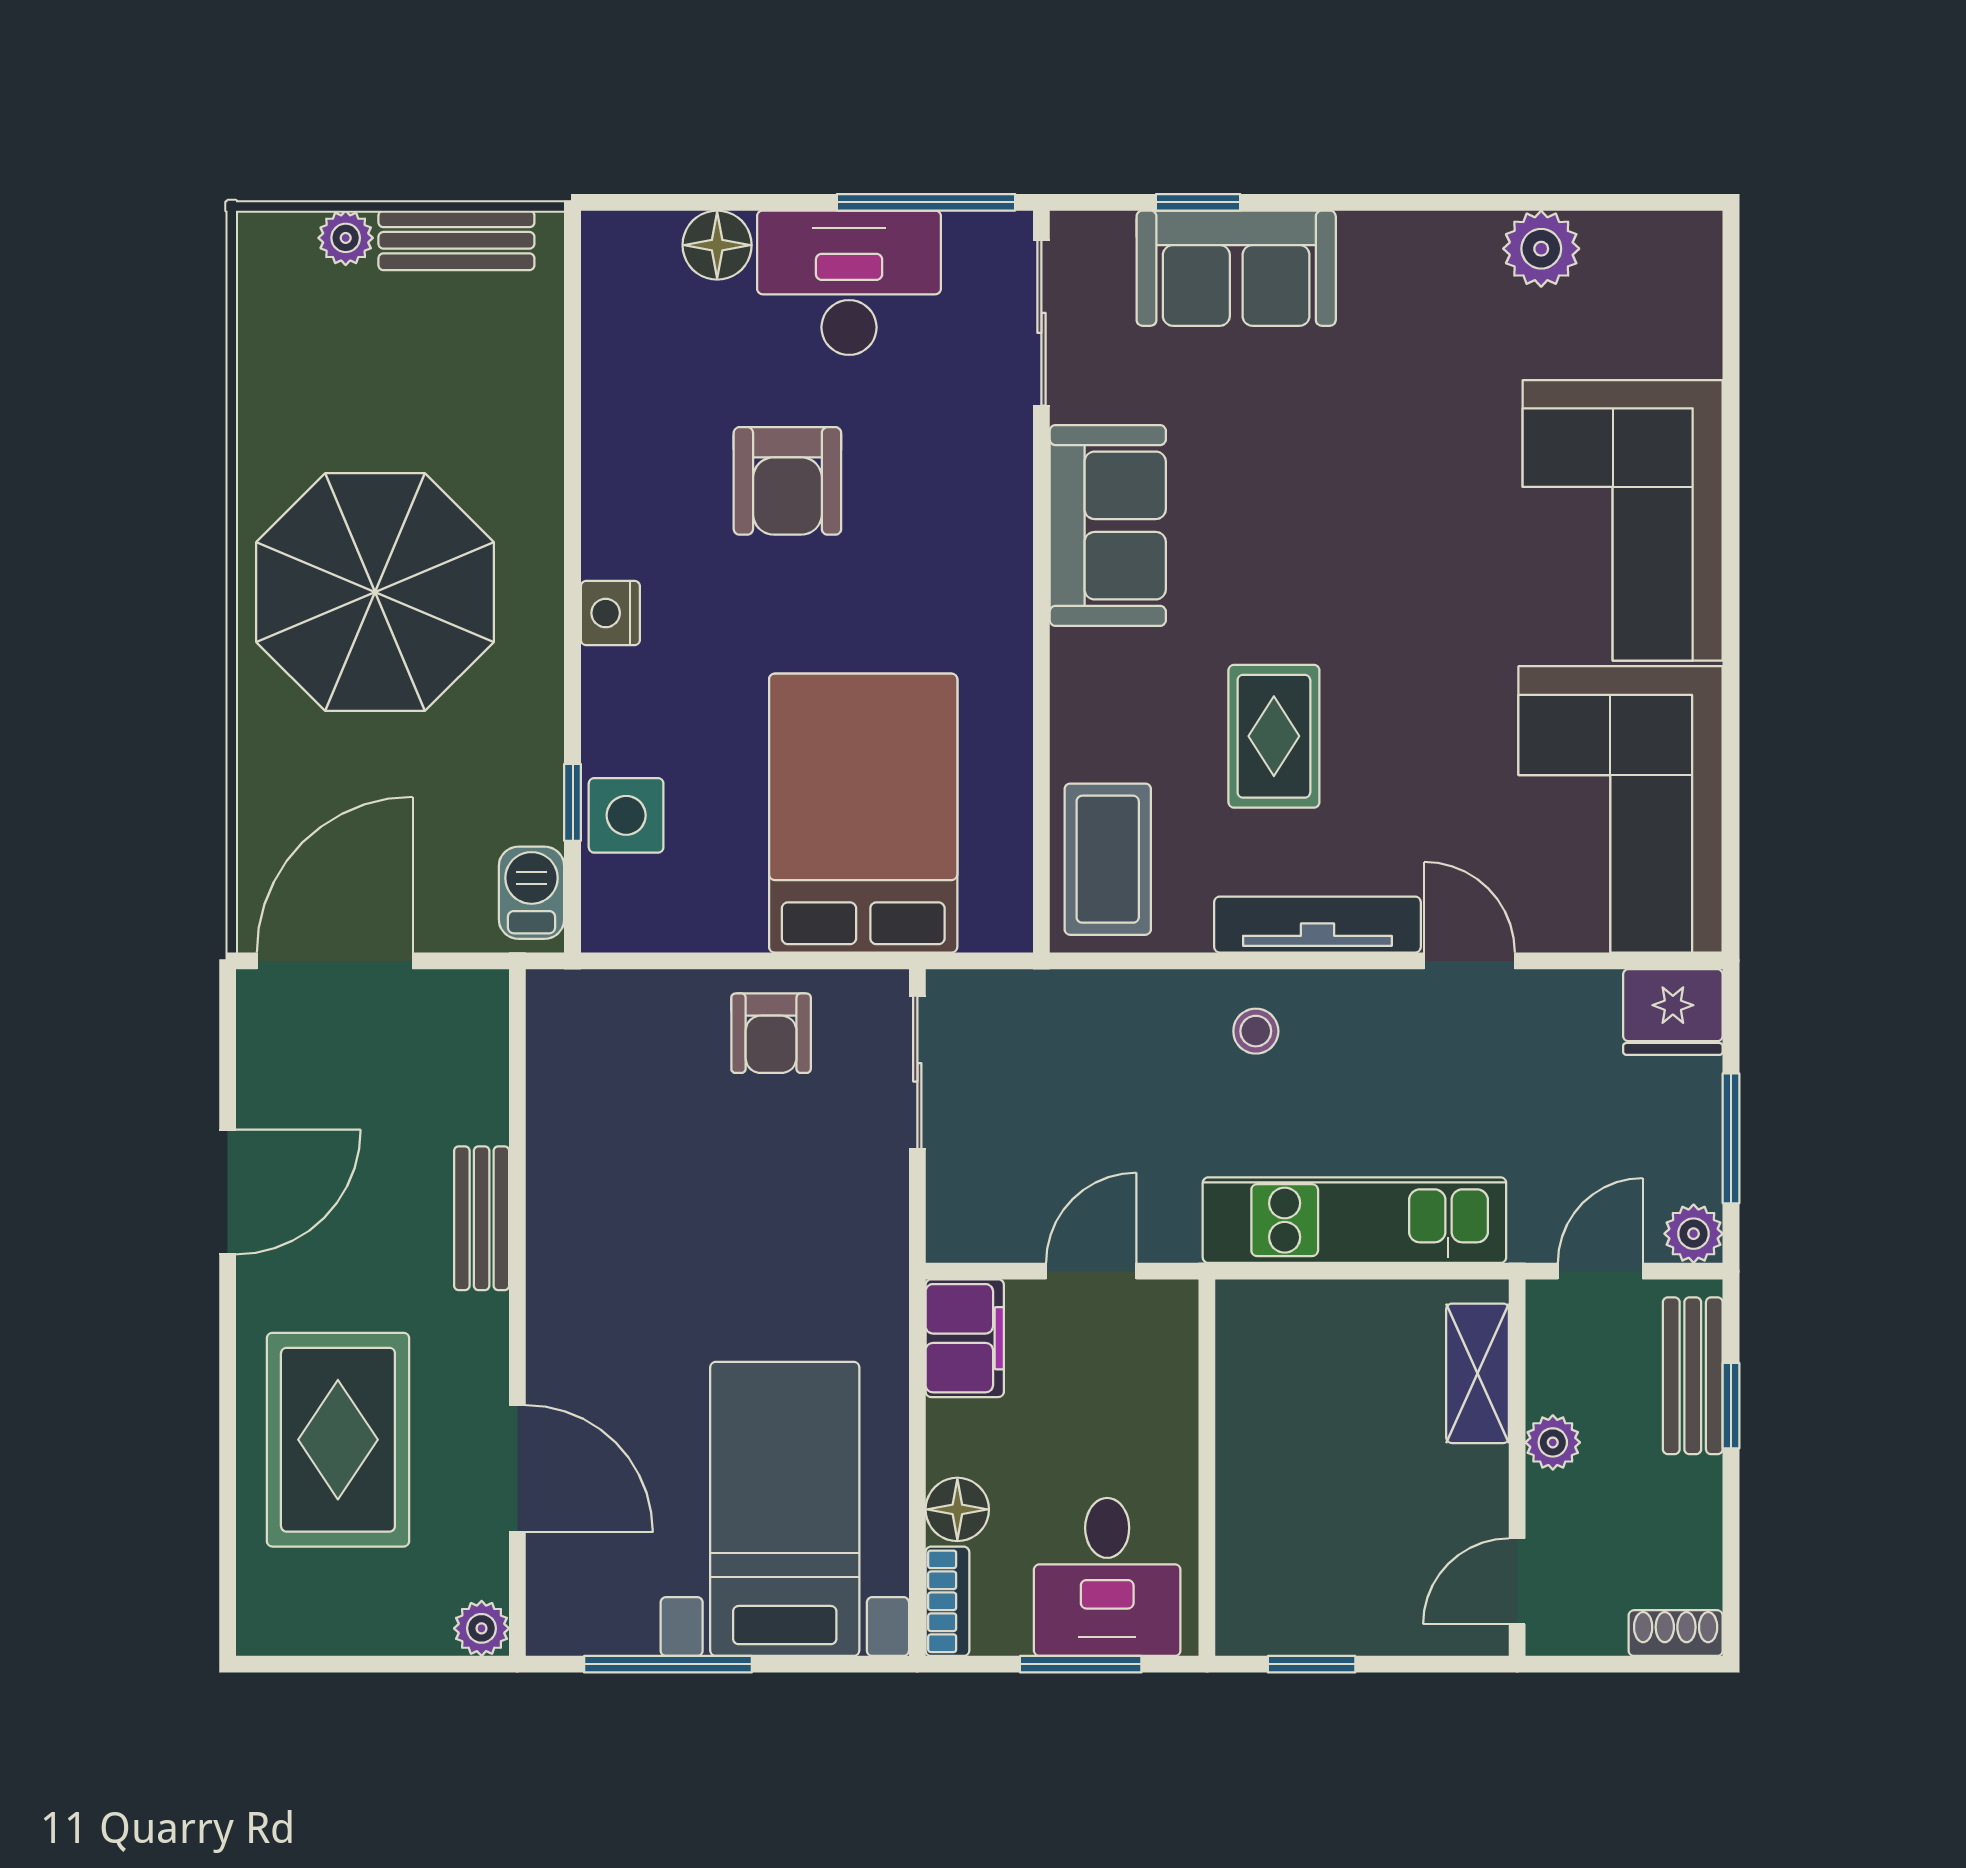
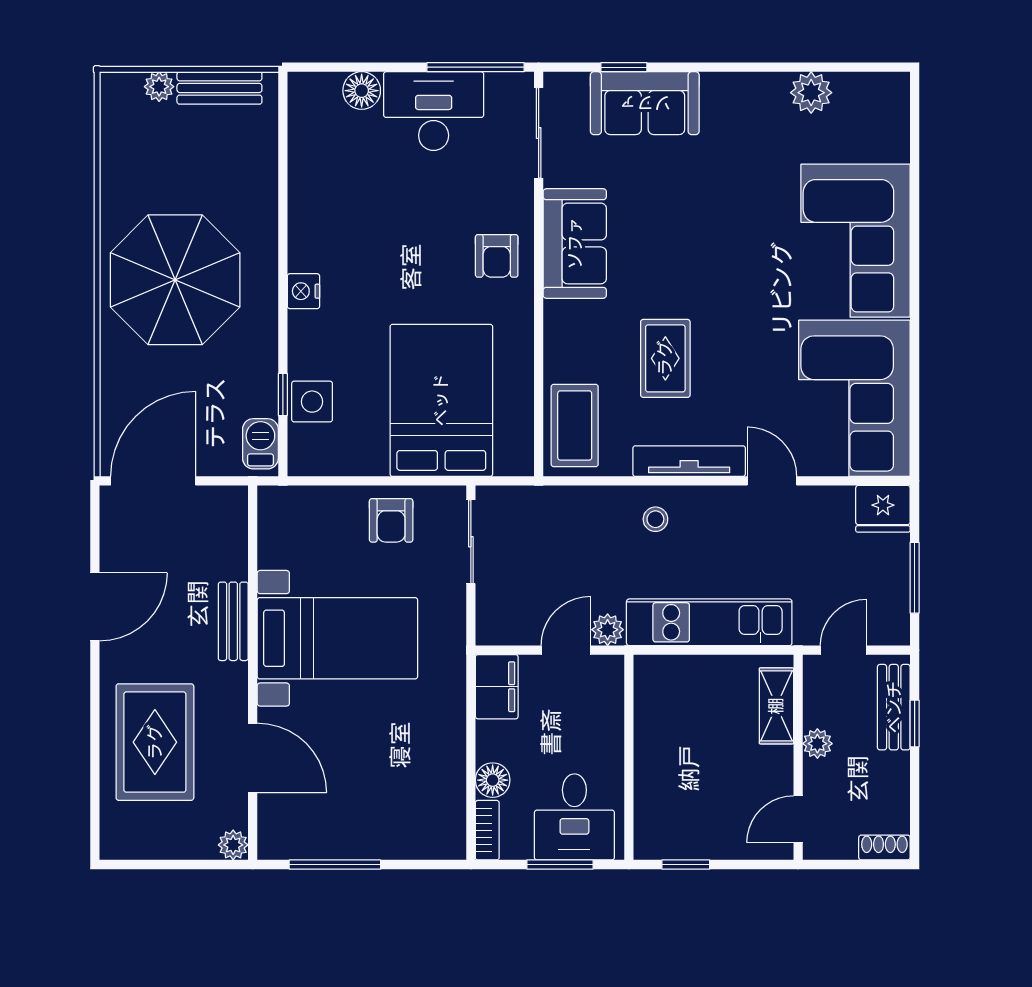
armchair: (787, 481) -> (497, 256), moved, width x0.72, depth x0.72
plant: (1694, 1234) -> (608, 630), moved
bed with nightstands: (785, 1509) -> (337, 638), moved, turned 90

